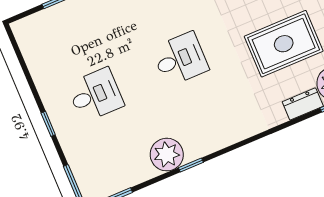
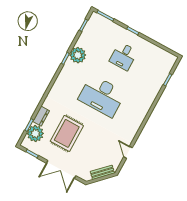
desk: (180, 59) -> (102, 96), width x1.87, depth x1.30

